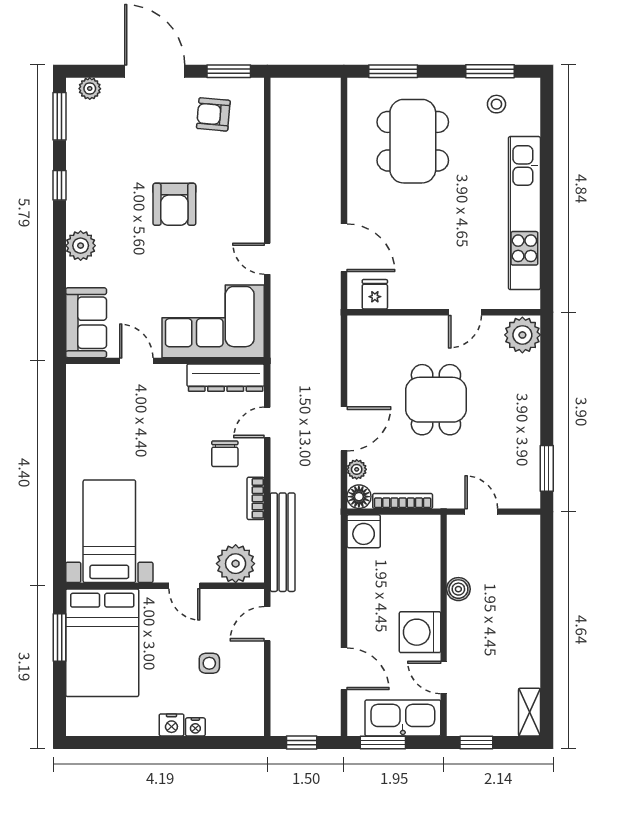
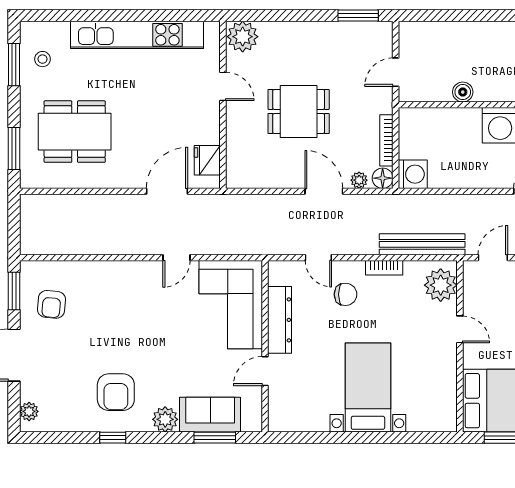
window: (59, 116) -> (215, 438), moved
armchair: (174, 204) -> (116, 392), moved, turned 90
fridge: (375, 294) -> (207, 160), width x1.38
sofa: (86, 323) -> (210, 415), moved
dresser: (226, 378) -> (280, 320), moved
bed with nightstands: (109, 531) -> (368, 388), moved, turned 90
door: (184, 586) -> (460, 329), hinge flipped
door: (267, 624) -> (493, 258), swing flipped

